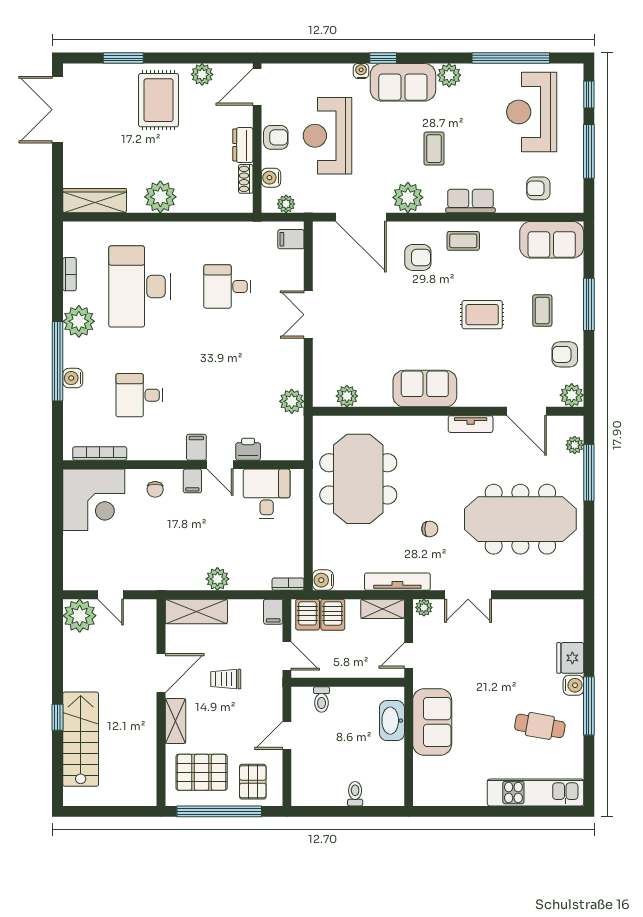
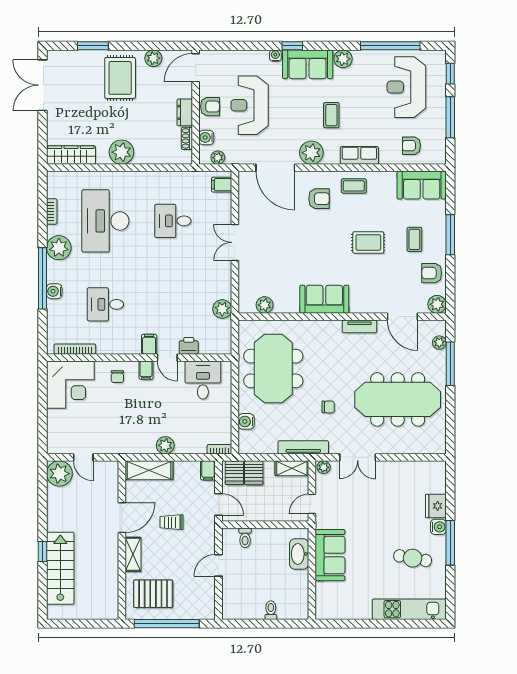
water cooler: (323, 580) -> (246, 421), moved
pallet: (253, 782) -> (192, 601), removed

